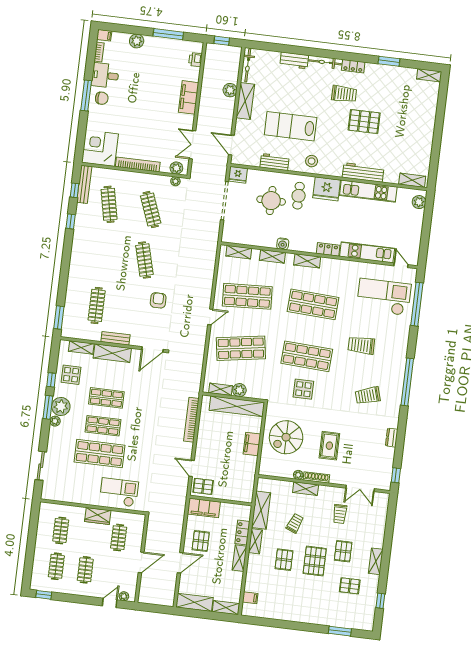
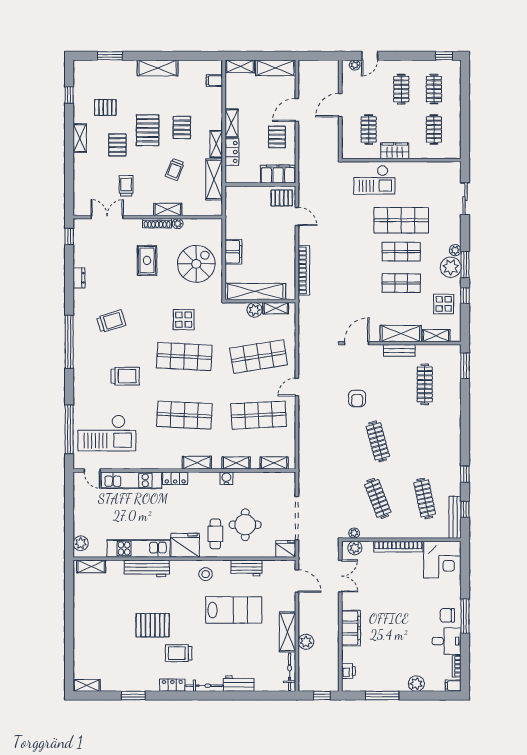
shelving: (299, 615) -> (158, 68), added

